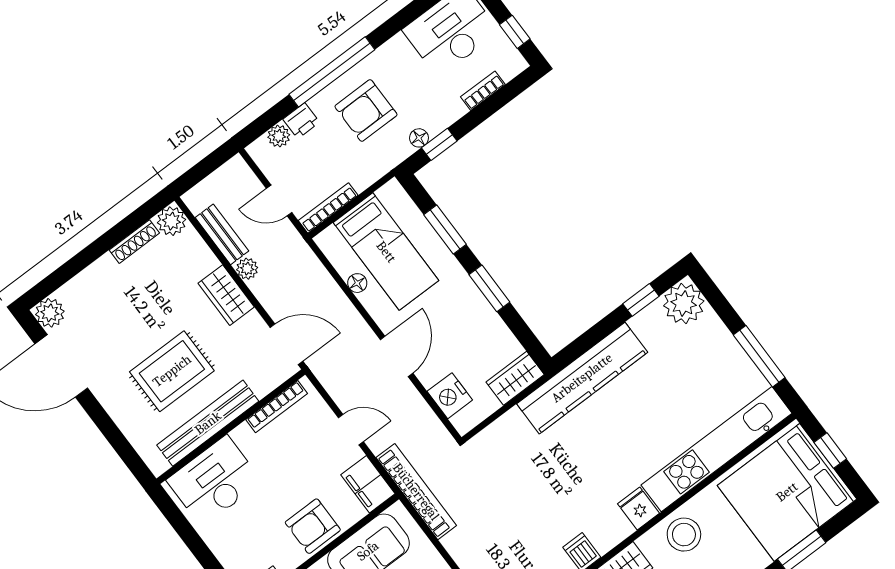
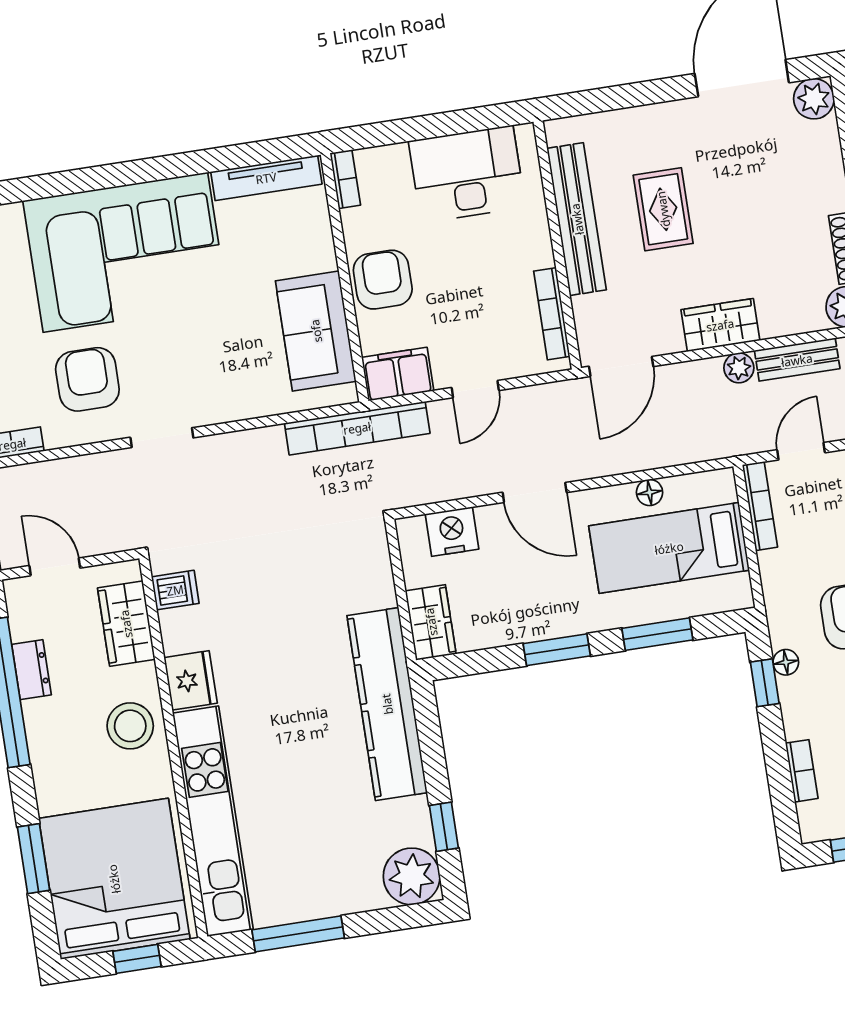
rug: (172, 371) -> (663, 209), width x0.73, depth x0.70
desk: (214, 481) -> (467, 174), moved, turned -90
fridge: (638, 508) -> (191, 680), width x1.38

